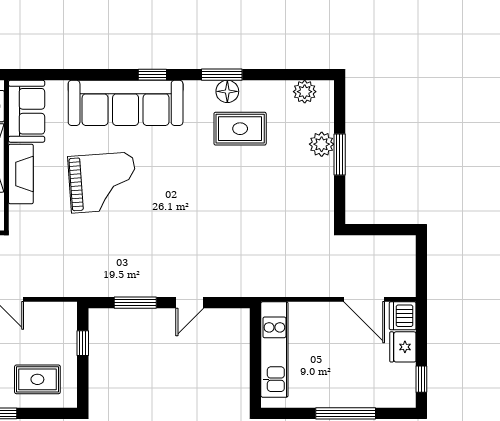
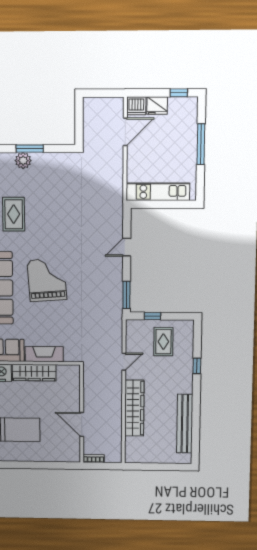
grand piano: (102, 183) -> (47, 280), moved
window: (135, 303) -> (126, 295), moved
door: (190, 303) -> (127, 247), swing flipped
rug: (37, 379) -> (163, 342), moved

